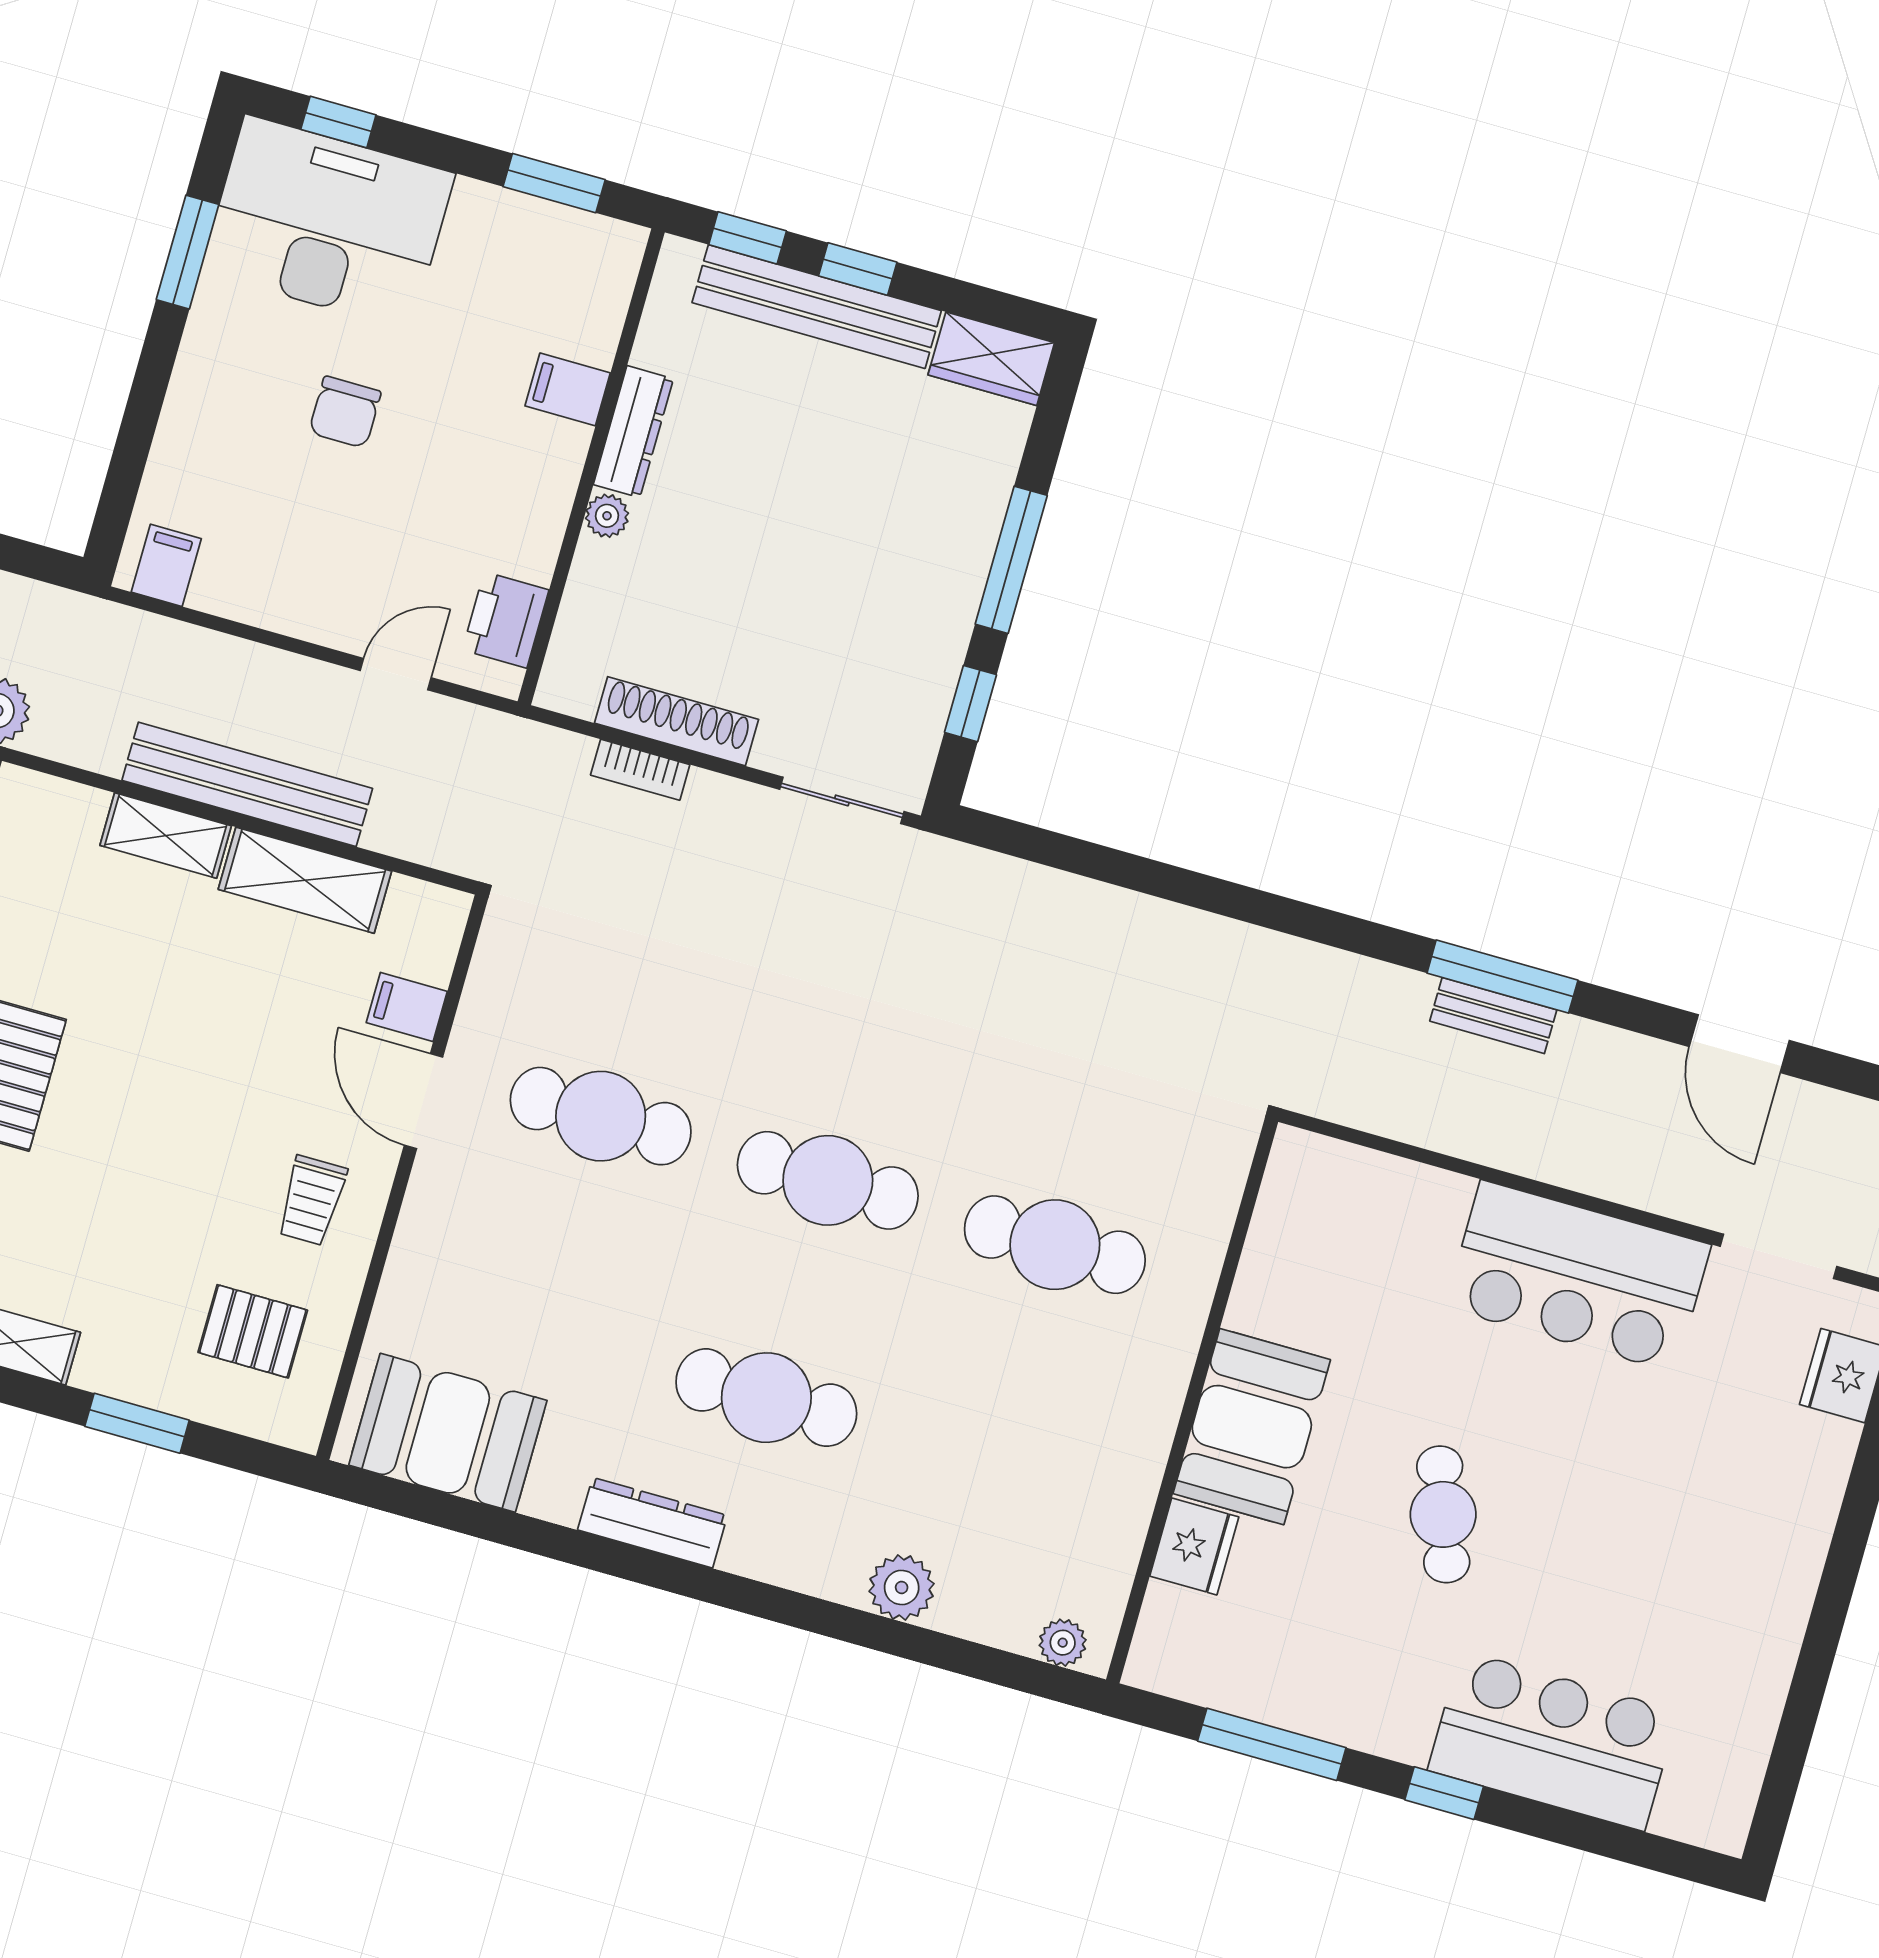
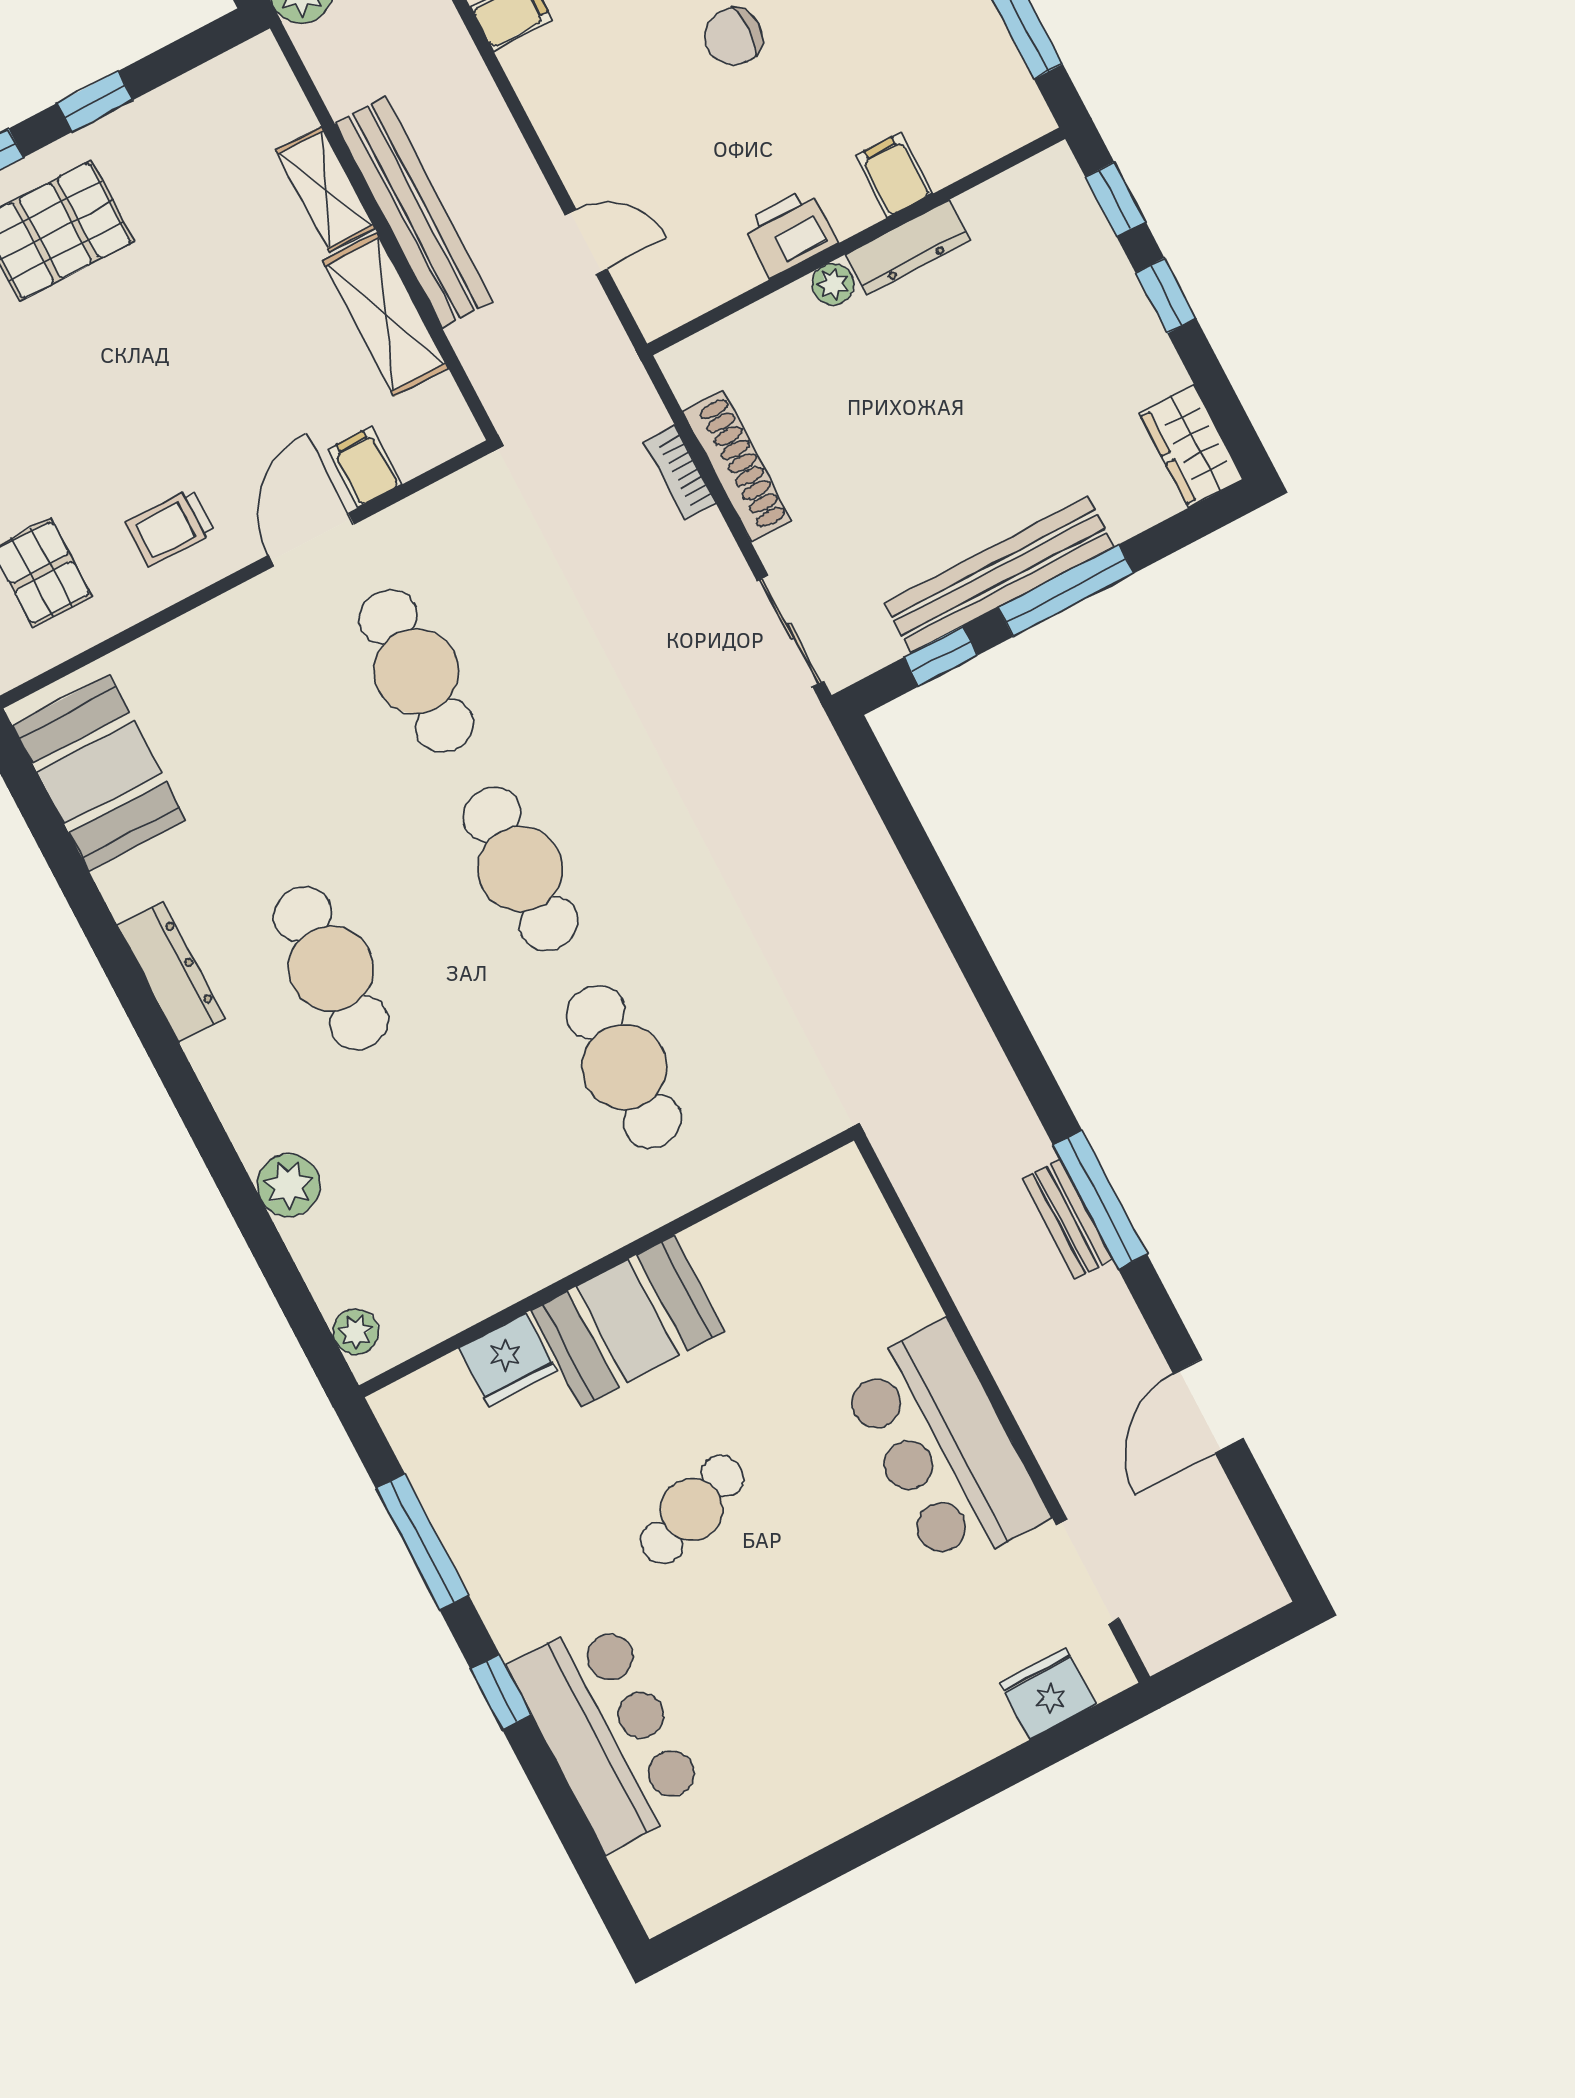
bench: (817, 307) -> (999, 575), moved, turned 90
printer: (506, 620) -> (789, 233), moved

